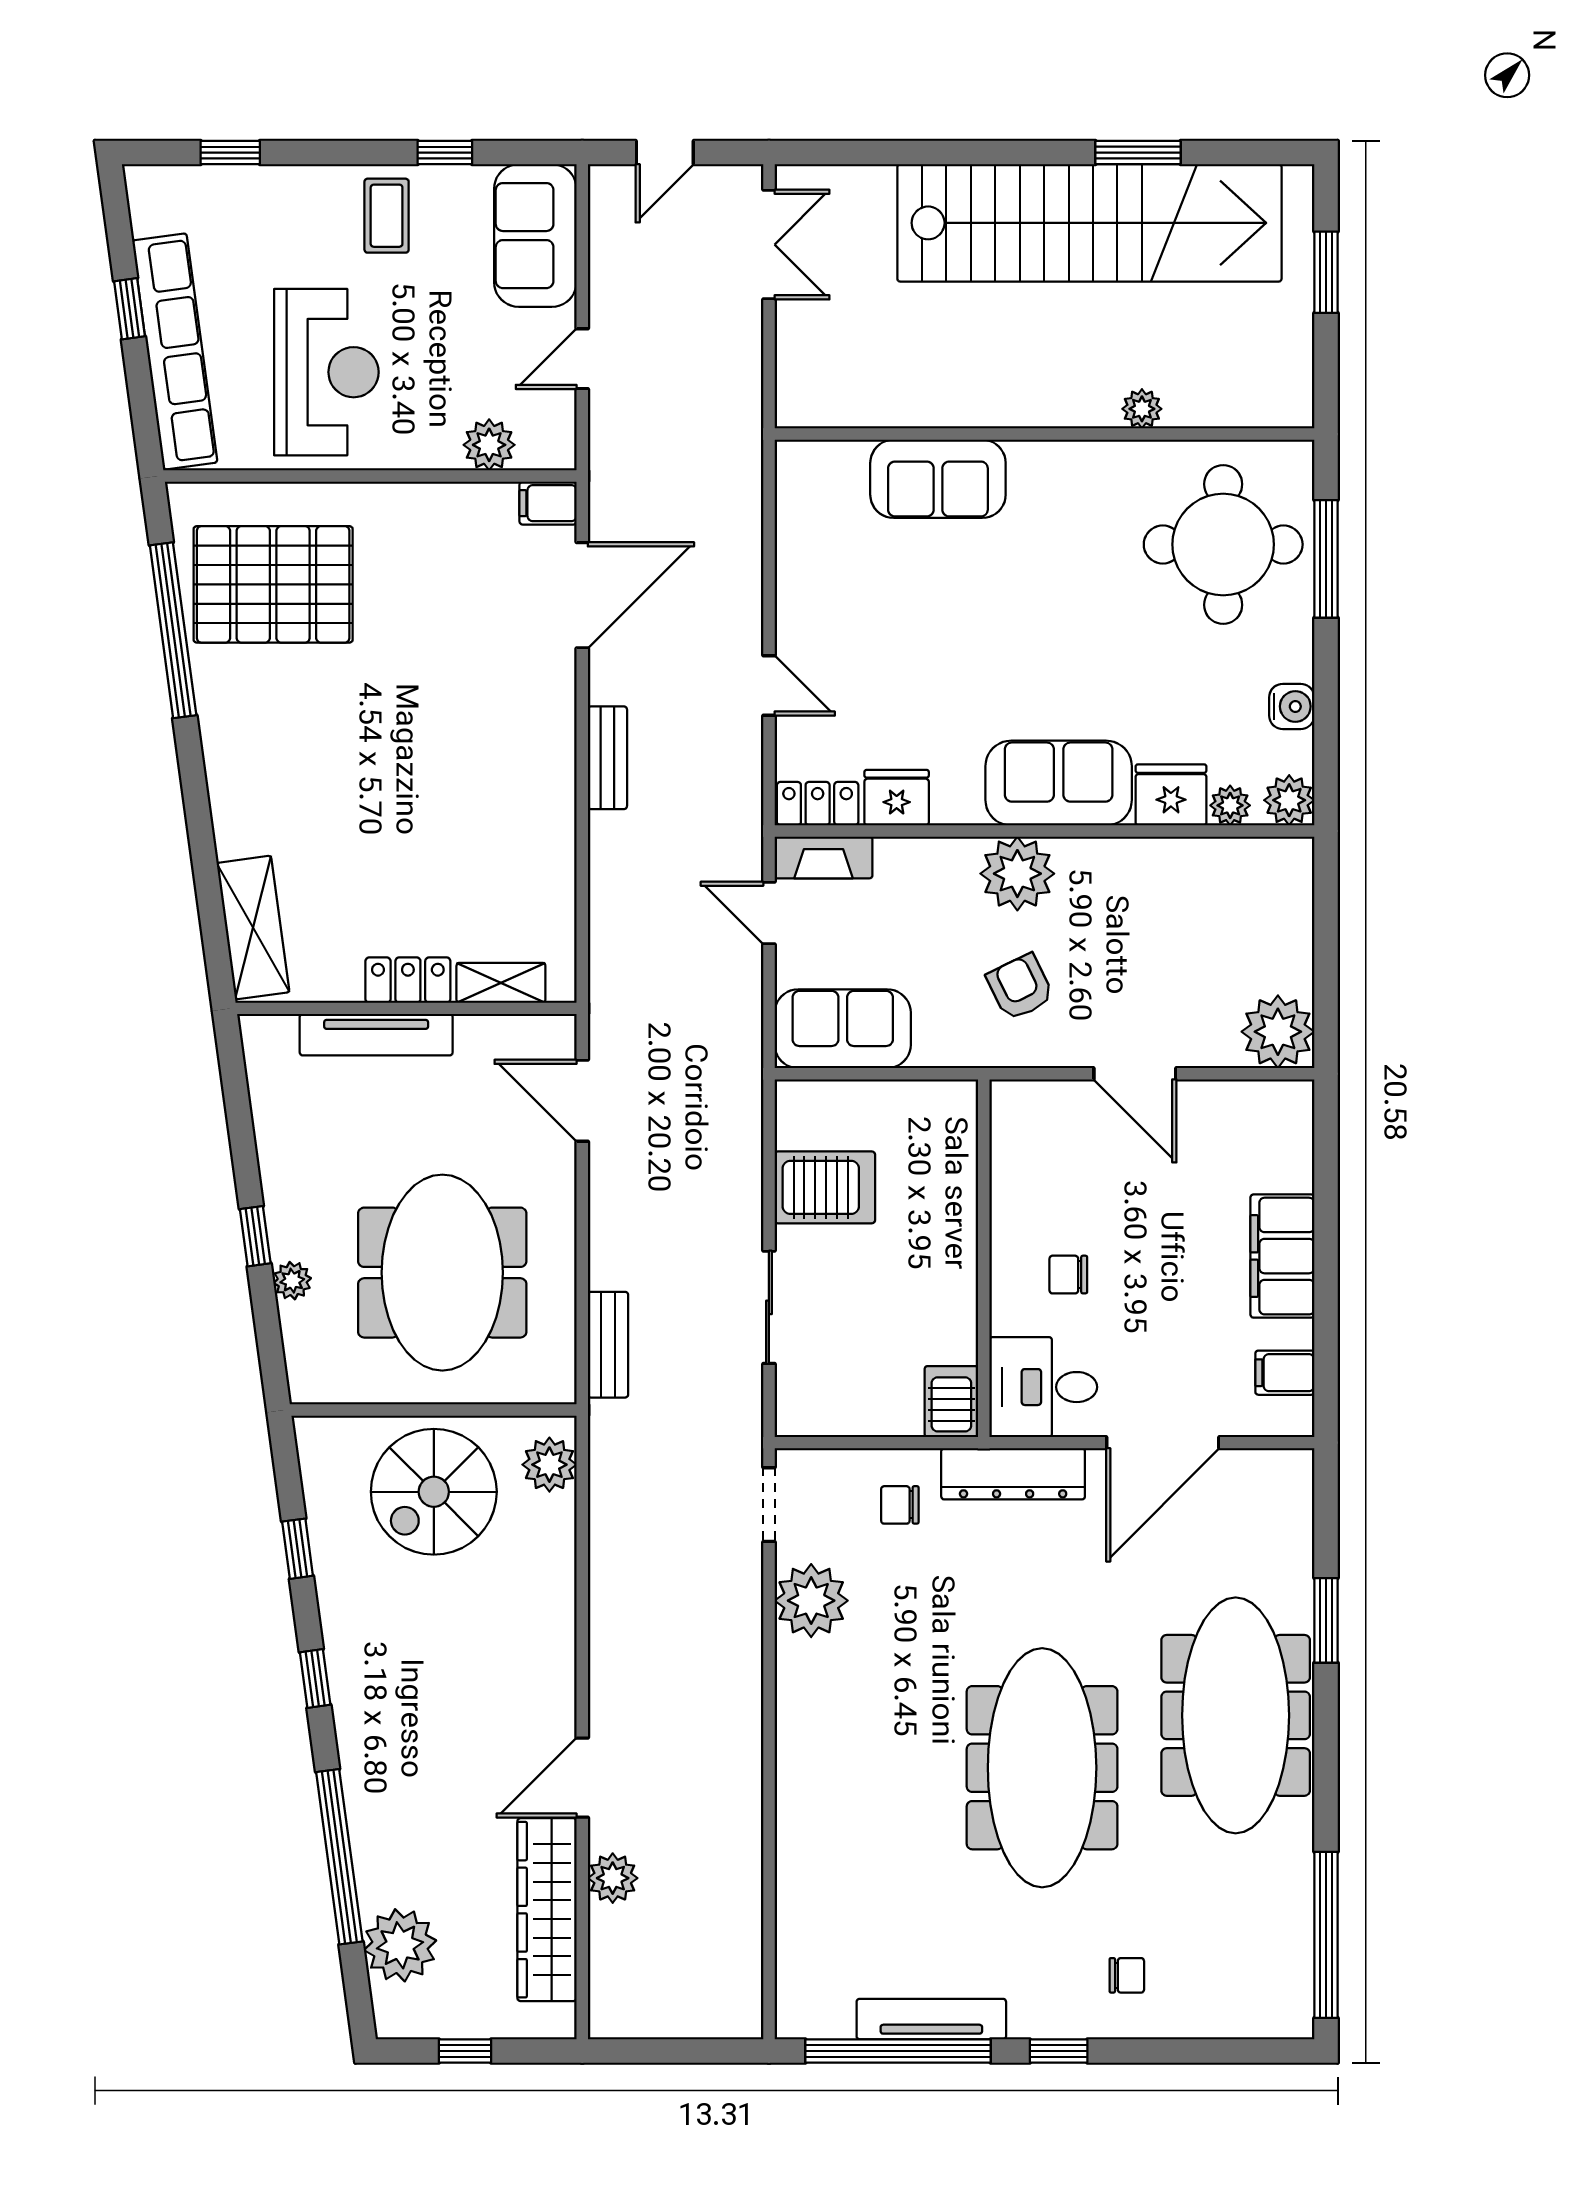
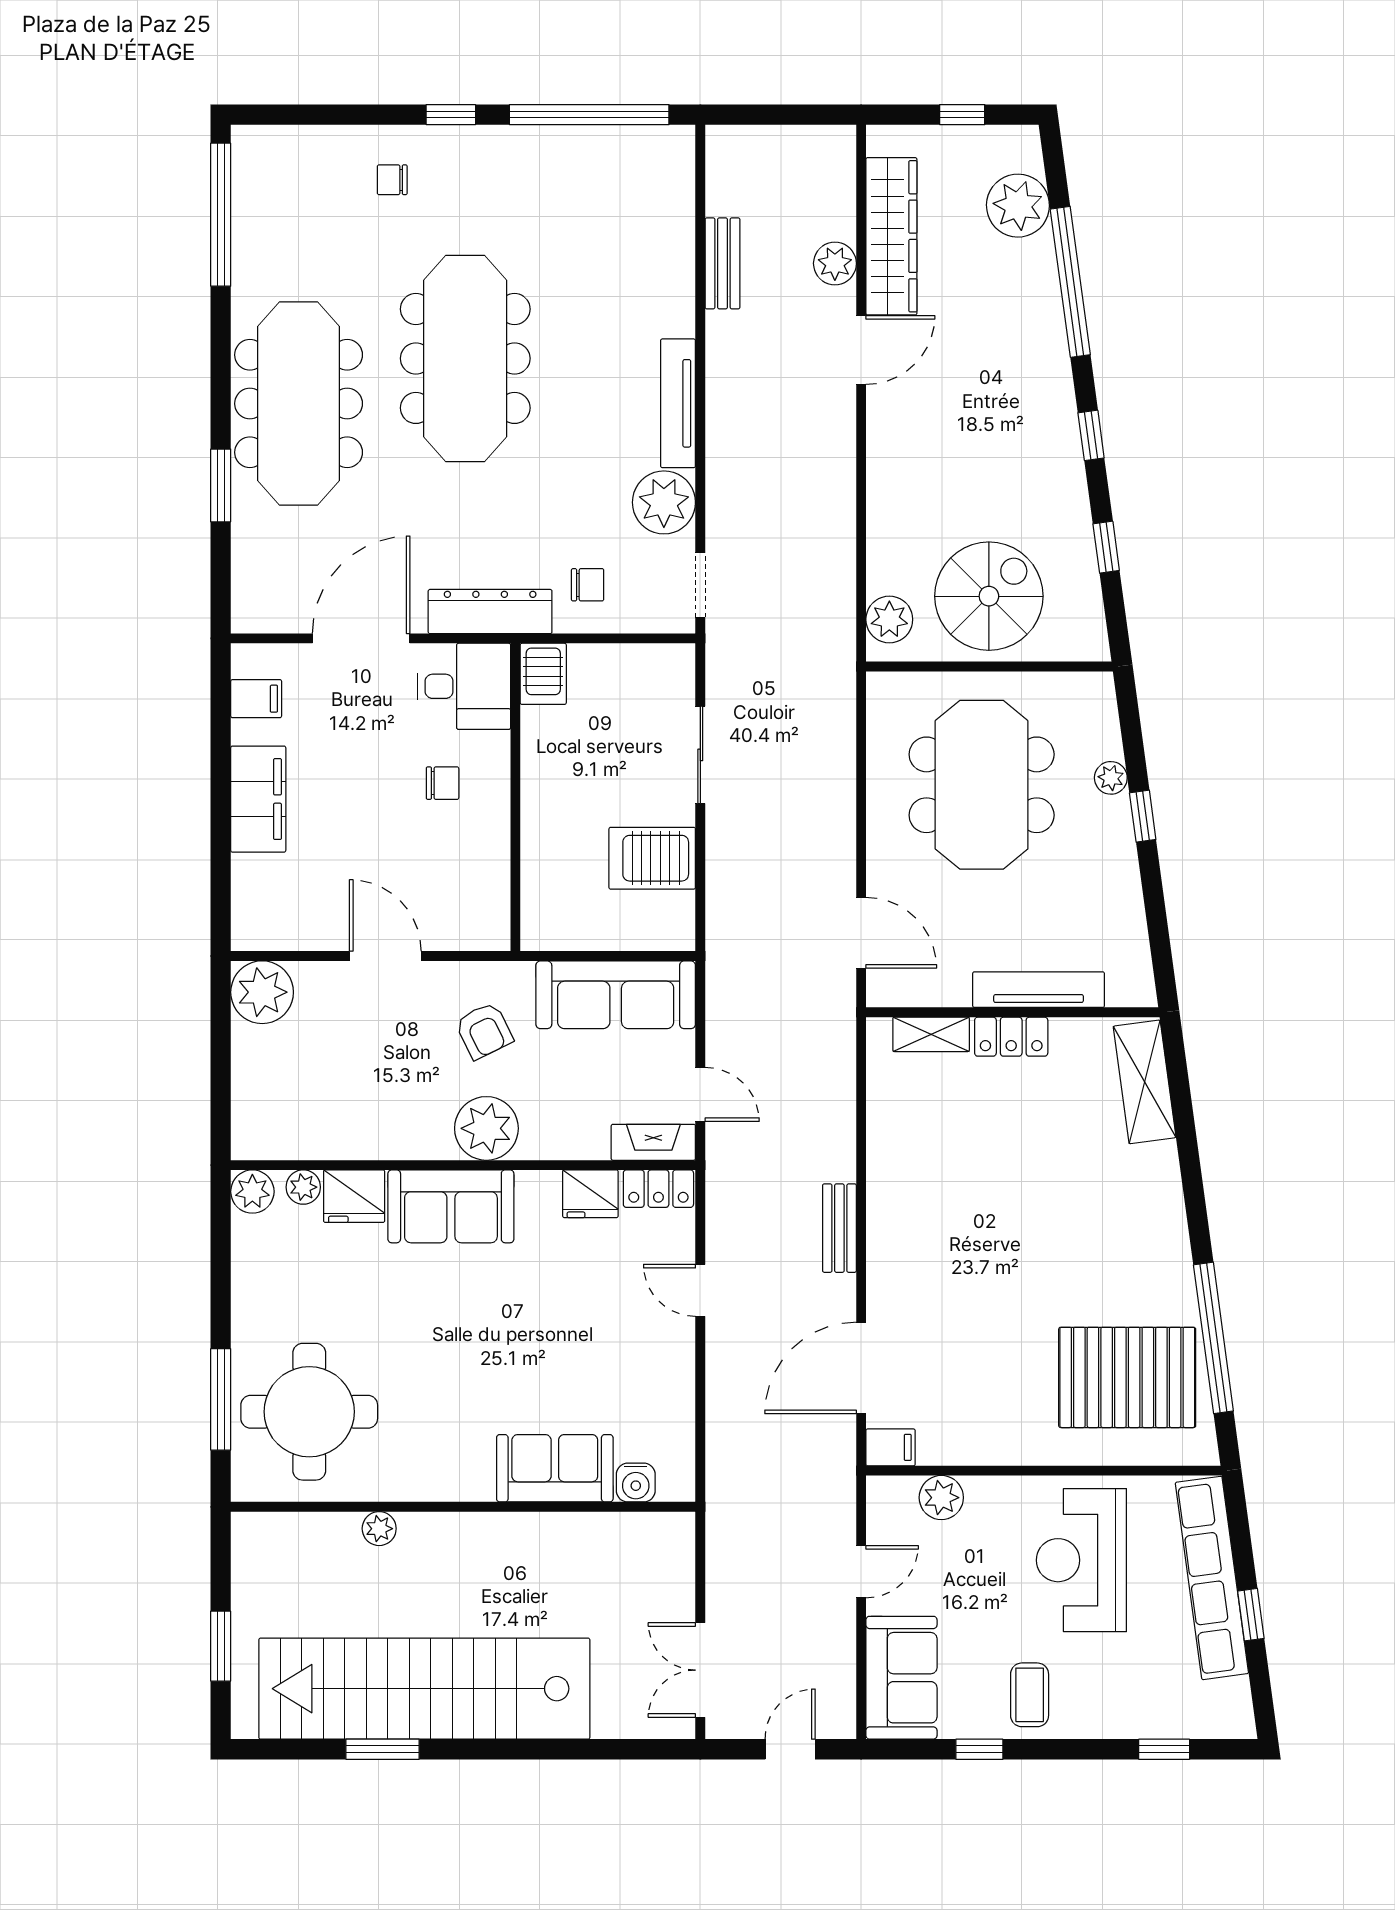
water cooler: (1292, 706) -> (636, 1483), moved, turned -90
sofa: (843, 1029) -> (616, 995), width x1.36
bench: (608, 1345) -> (723, 263), moved
tv unit: (931, 2019) -> (678, 403), moved, turned 90

